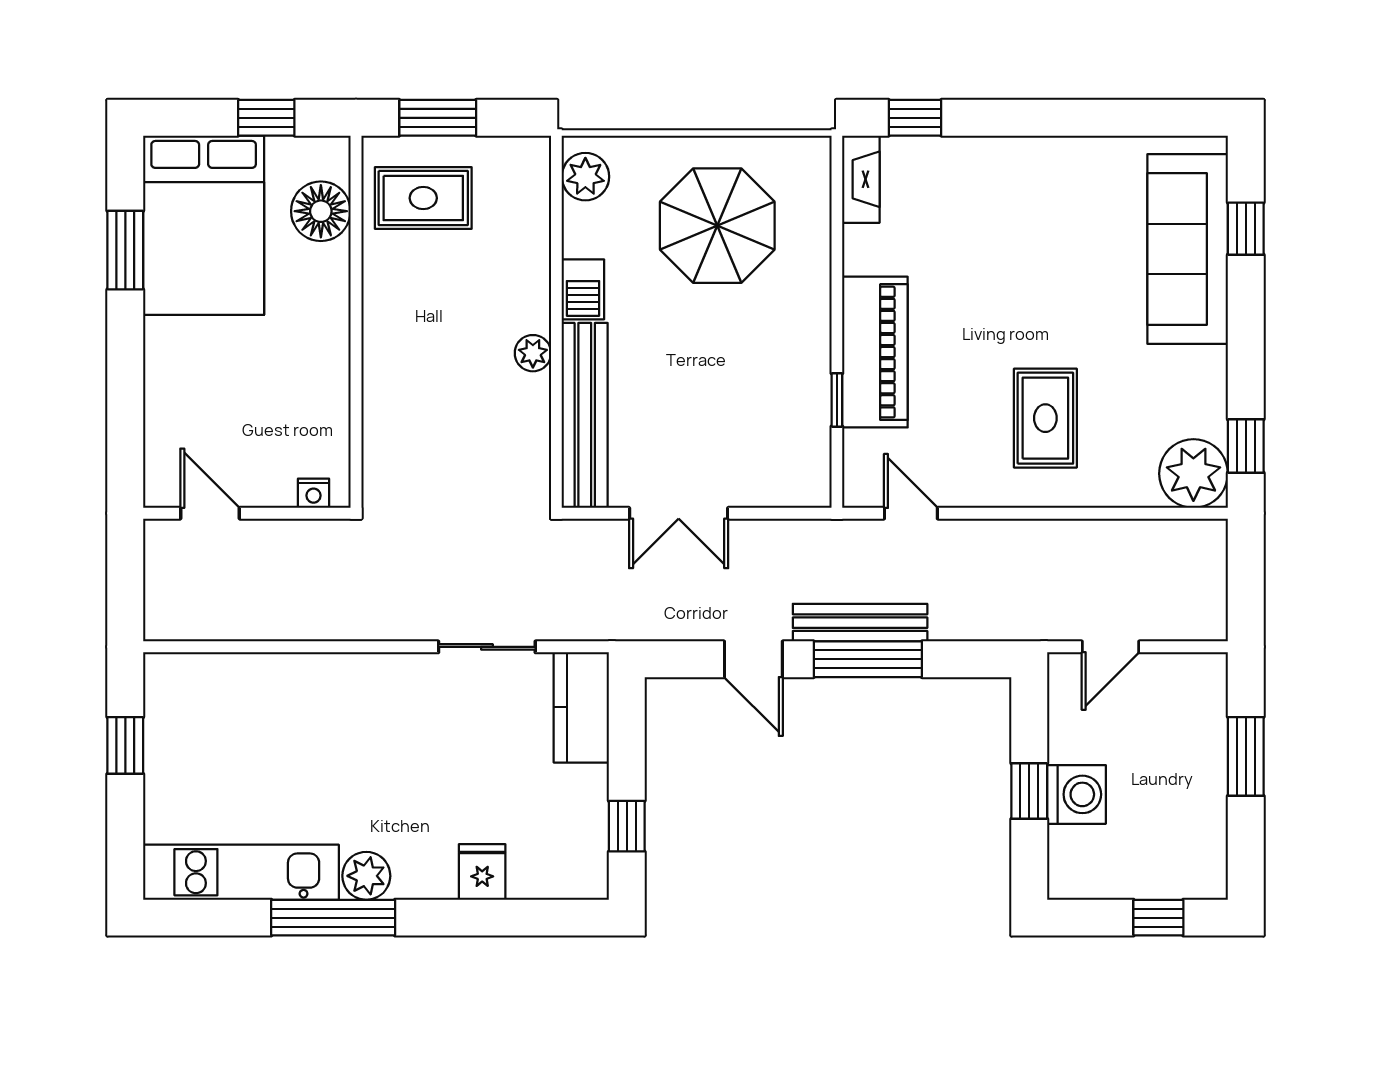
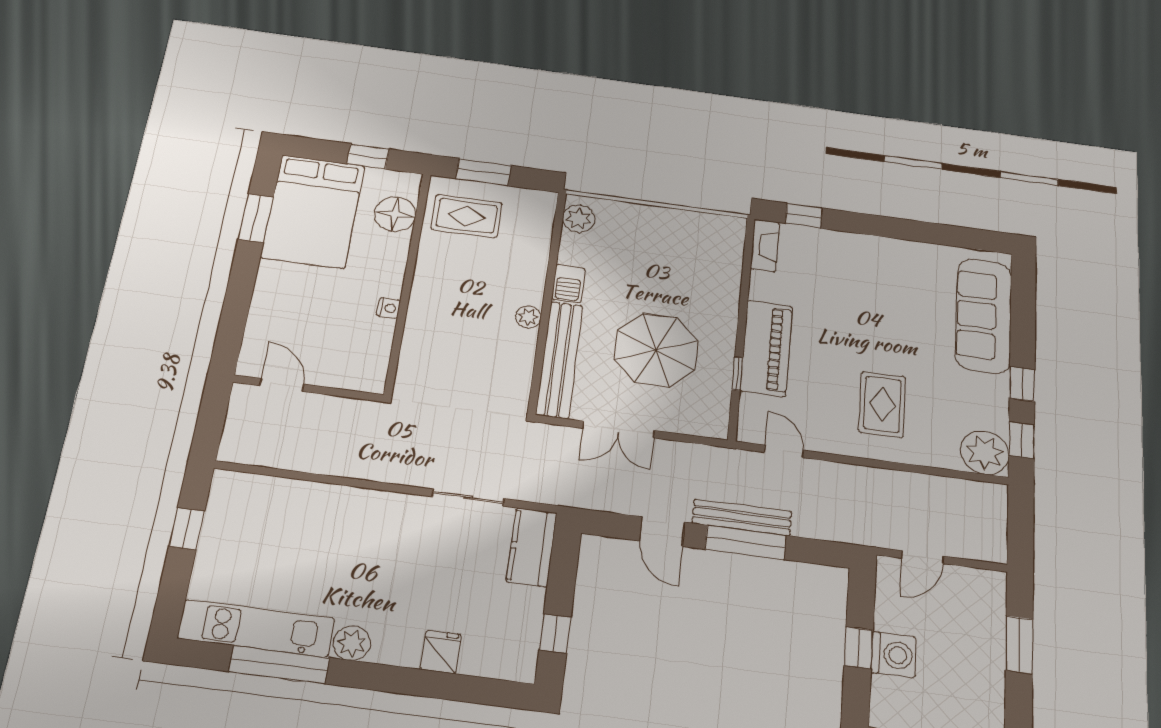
parasol: (717, 226) -> (656, 350), moved
window: (1246, 229) -> (1022, 384), moved
nightstand: (313, 493) -> (389, 308), moved, turned -90
window: (333, 918) -> (279, 665), moved

